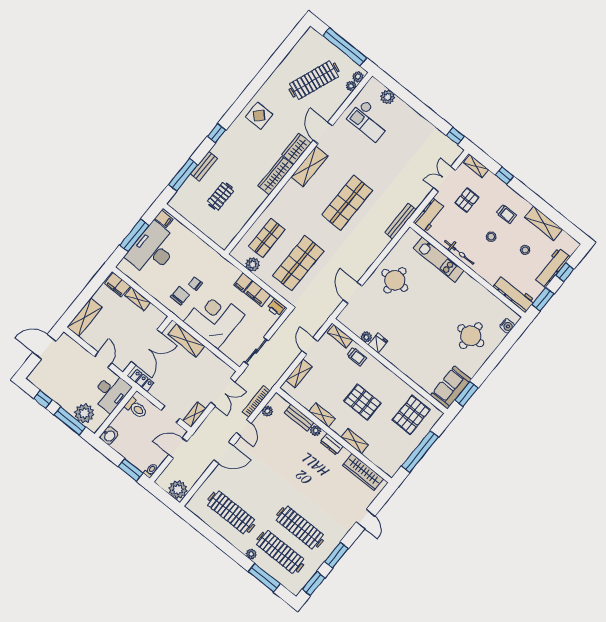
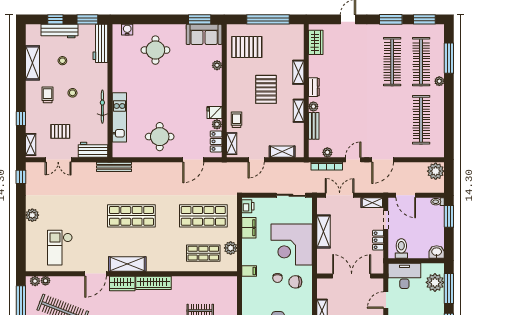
plant: (388, 97) -> (32, 215), moved
checkout: (369, 121) -> (60, 248), turned 180
filing cabinet: (243, 282) -> (249, 271), moved
locker: (352, 325) -> (216, 141), added
shelving: (186, 340) -> (324, 231), moved
plant: (416, 377) -> (217, 65), added
locker: (142, 380) -> (378, 240), moved
door: (224, 453) -> (383, 160), swing flipped
wardrobe: (363, 472) -> (316, 42), width x0.67

